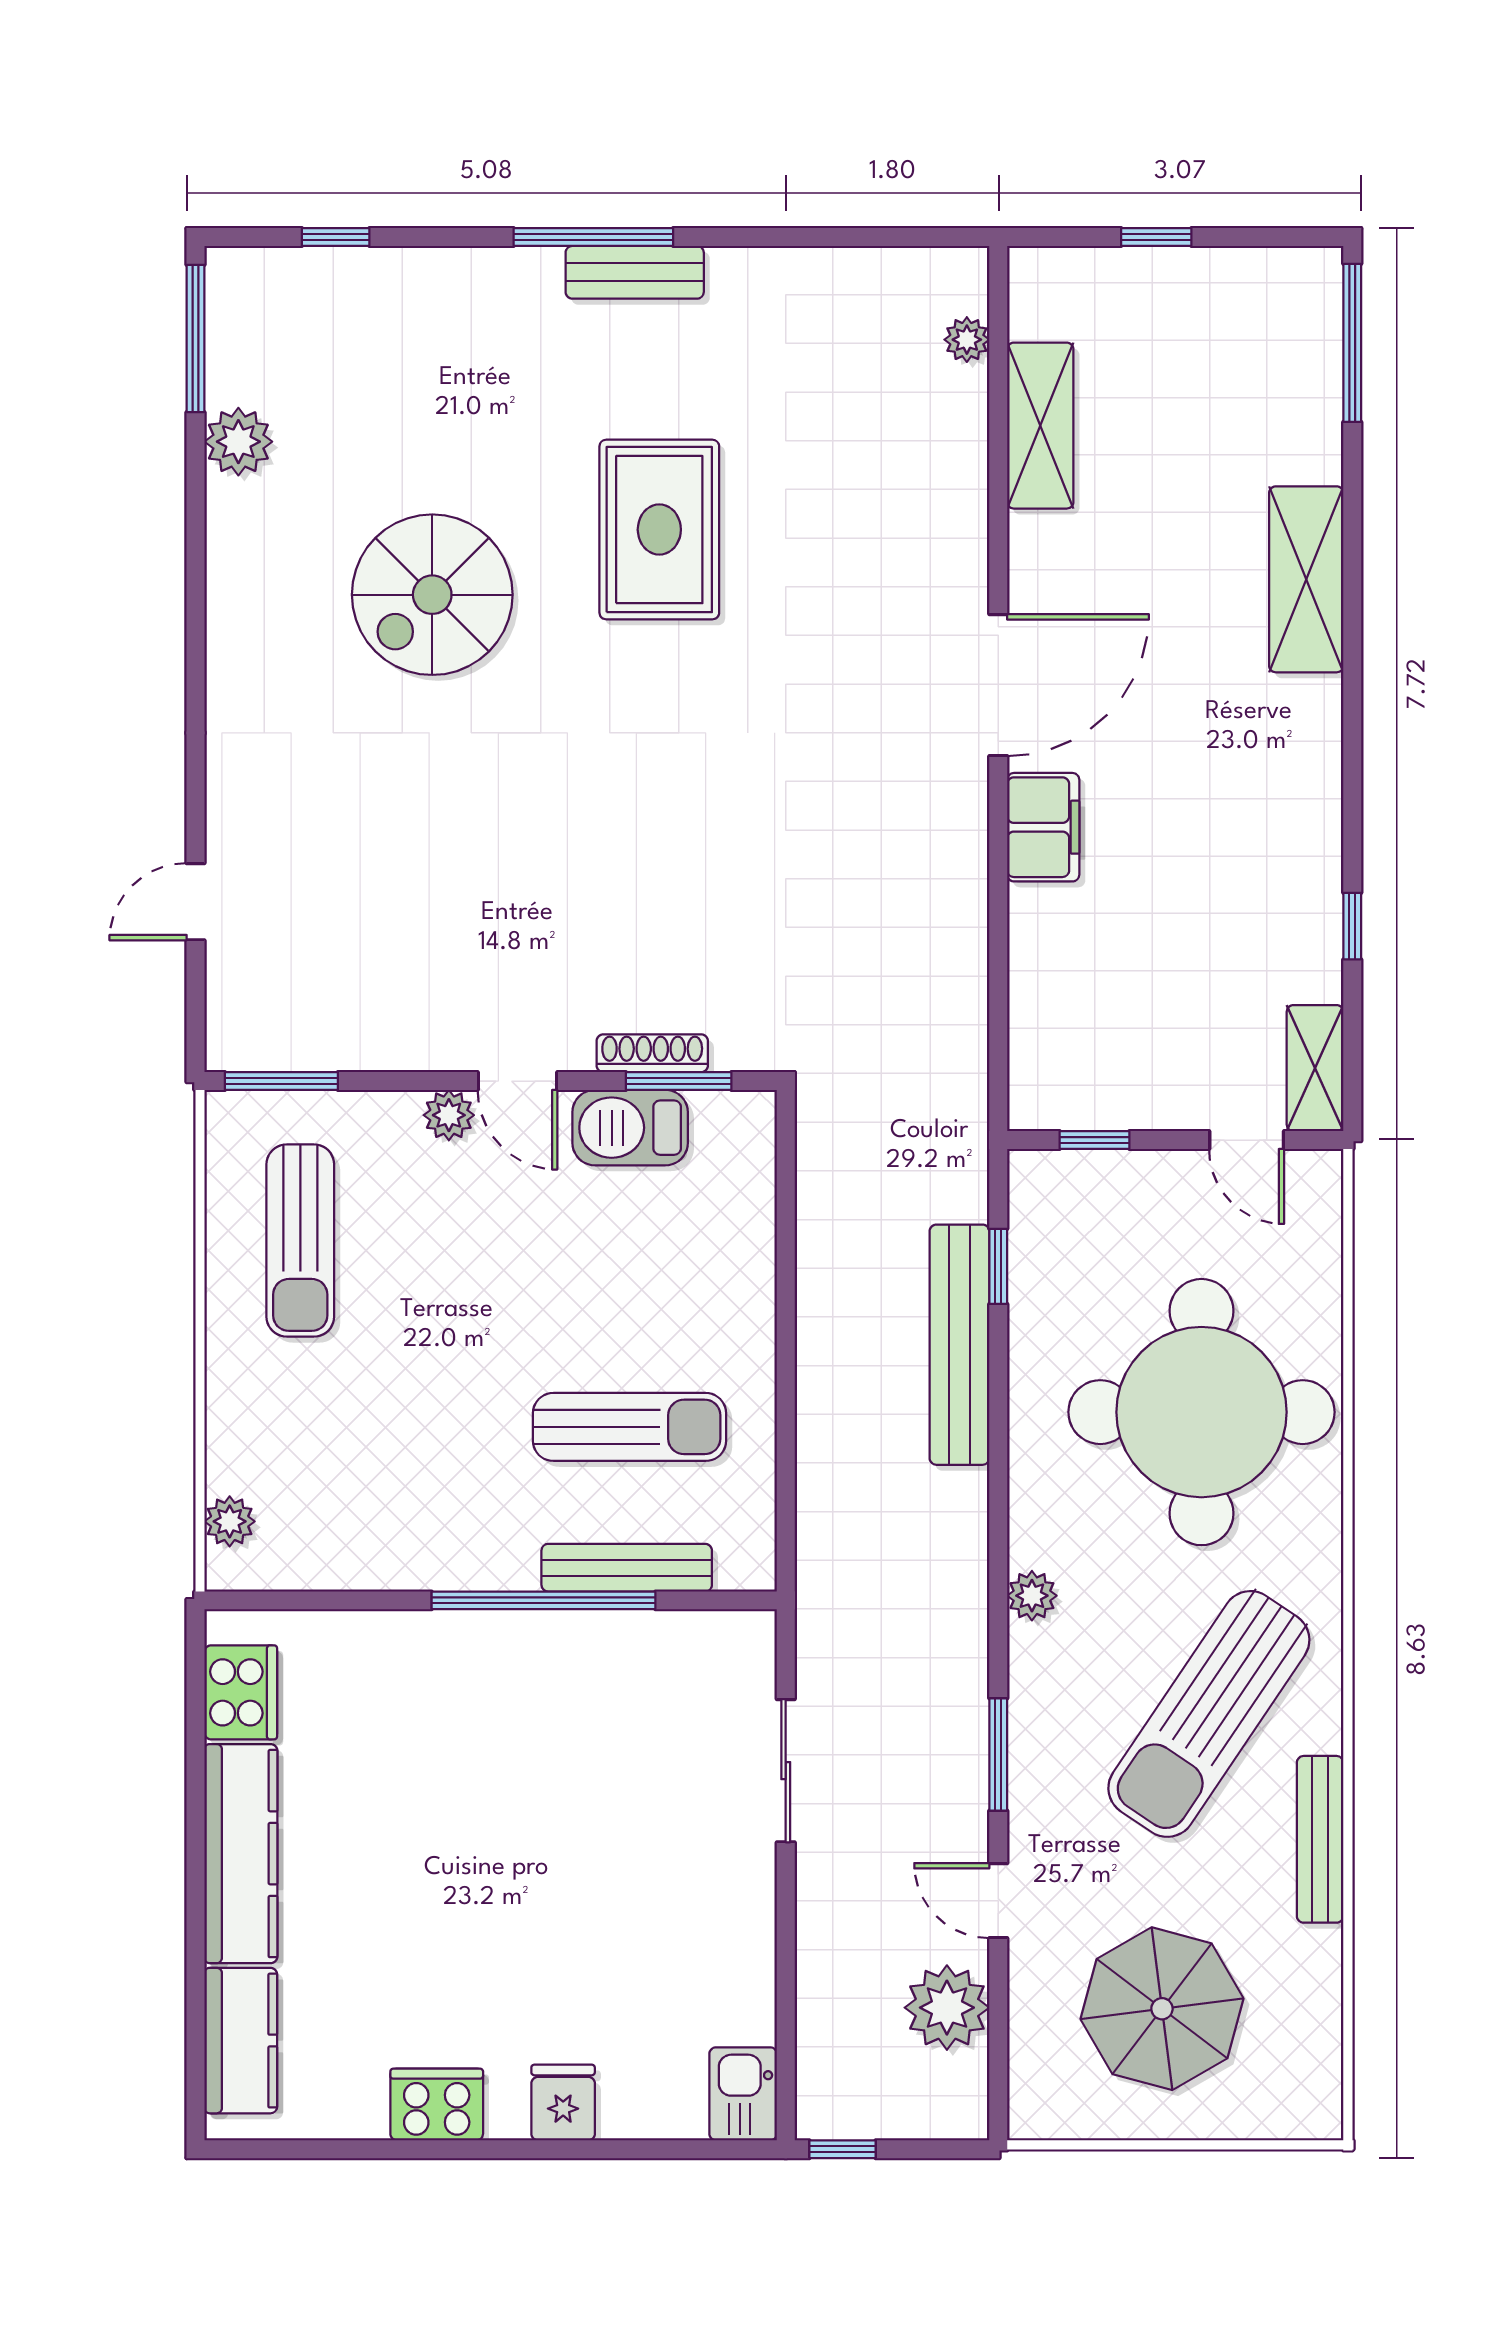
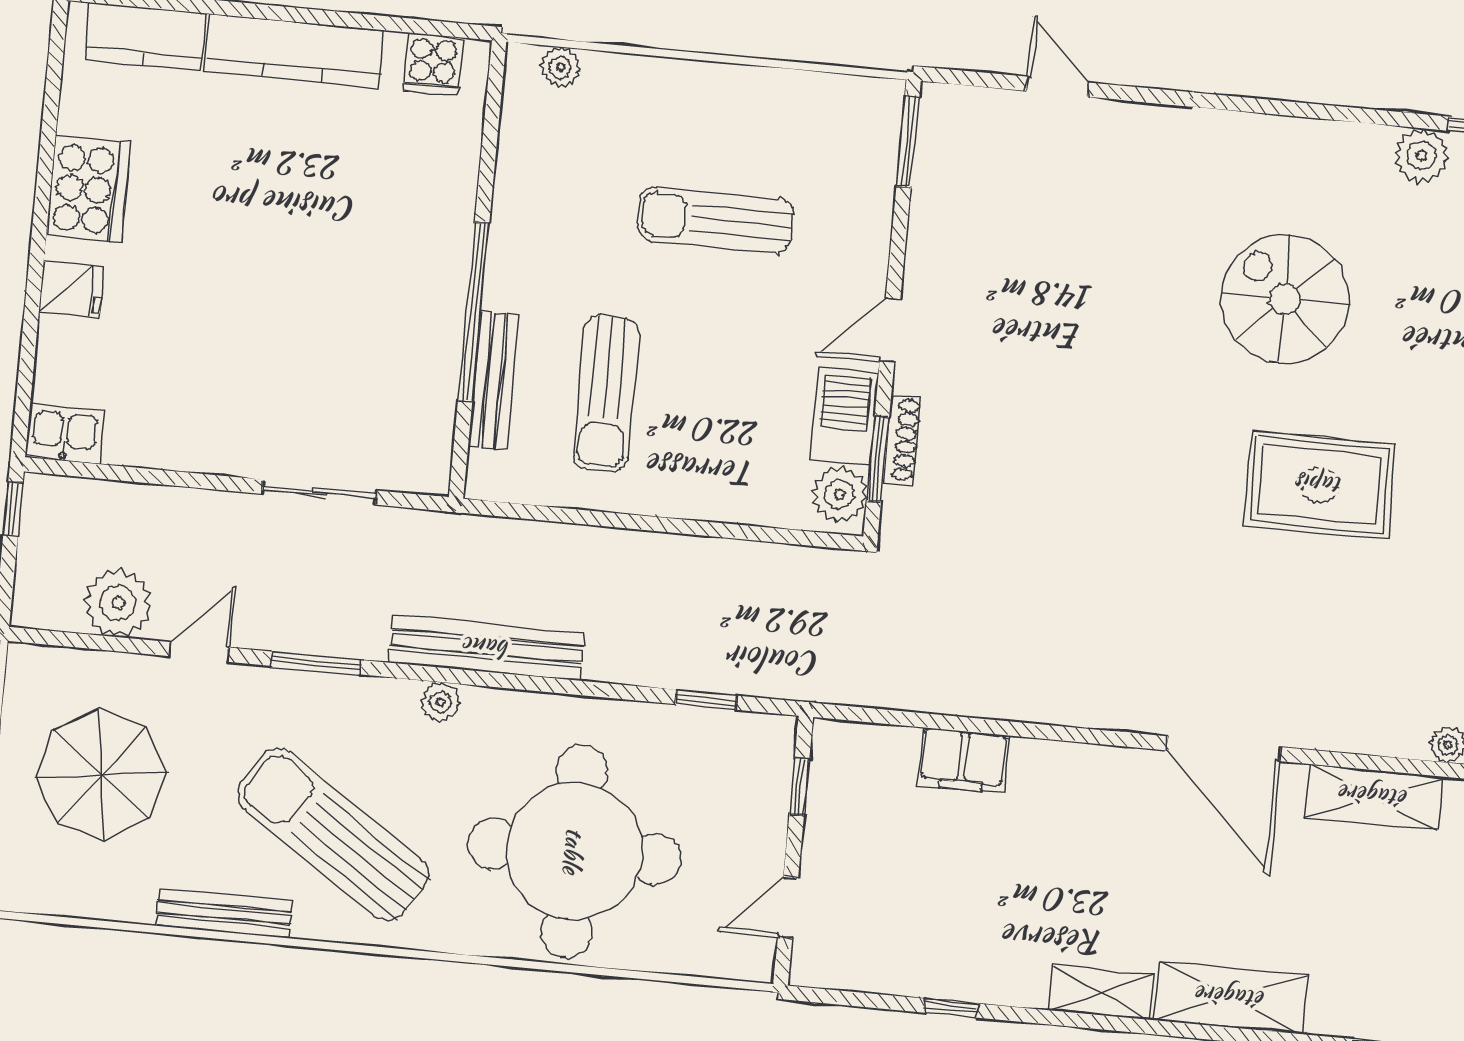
door: (998, 685) -> (1224, 749), moved
filing cabinet: (1043, 827) -> (963, 760), moved
shelving: (1315, 1068) -> (1102, 992), moved
plant: (449, 1115) -> (839, 494), moved, width x1.38, depth x1.38
sun lounger: (300, 1241) -> (715, 220), moved
bench: (959, 1345) -> (487, 648), moved
cooker: (241, 1692) -> (433, 64), width x0.73
cooker: (437, 2105) -> (88, 189), width x1.37, depth x1.31

